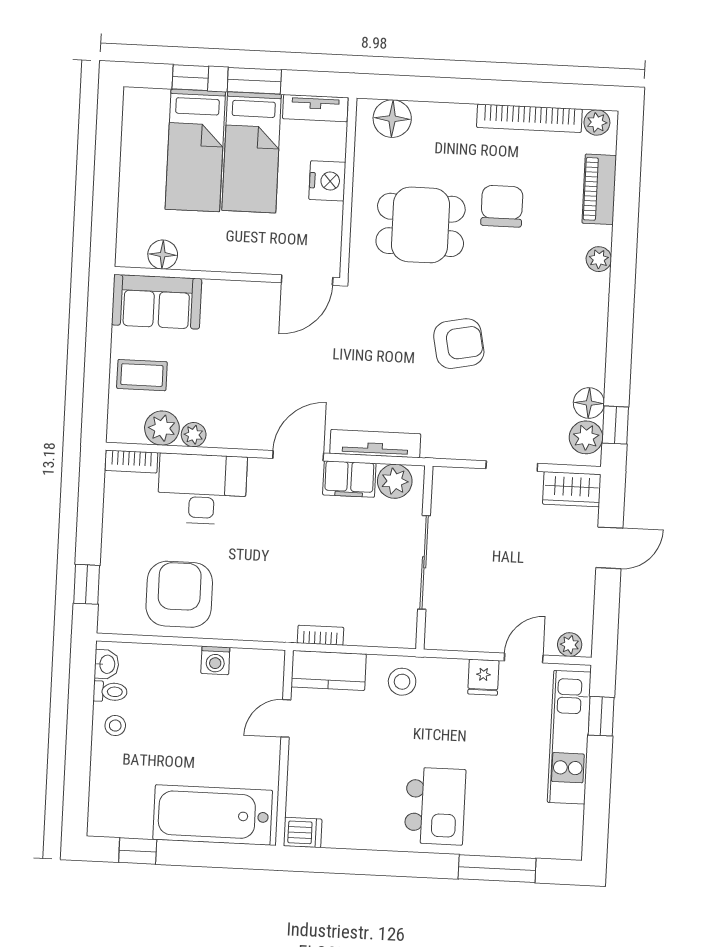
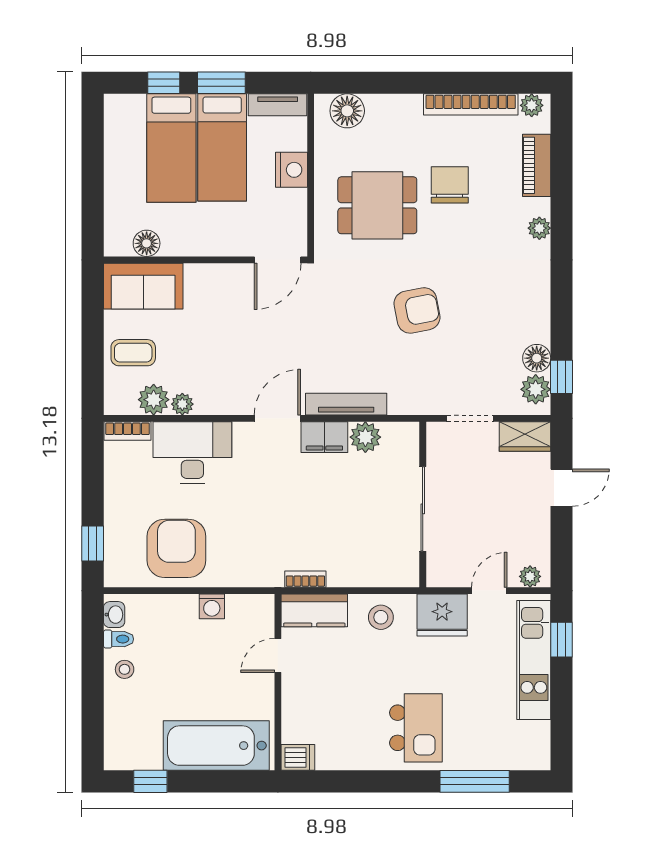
wall: (424, 557) -> (423, 504), moved
sliding door: (424, 562) -> (423, 509), moved
fridge: (483, 677) -> (442, 615), width x1.88, depth x1.34

